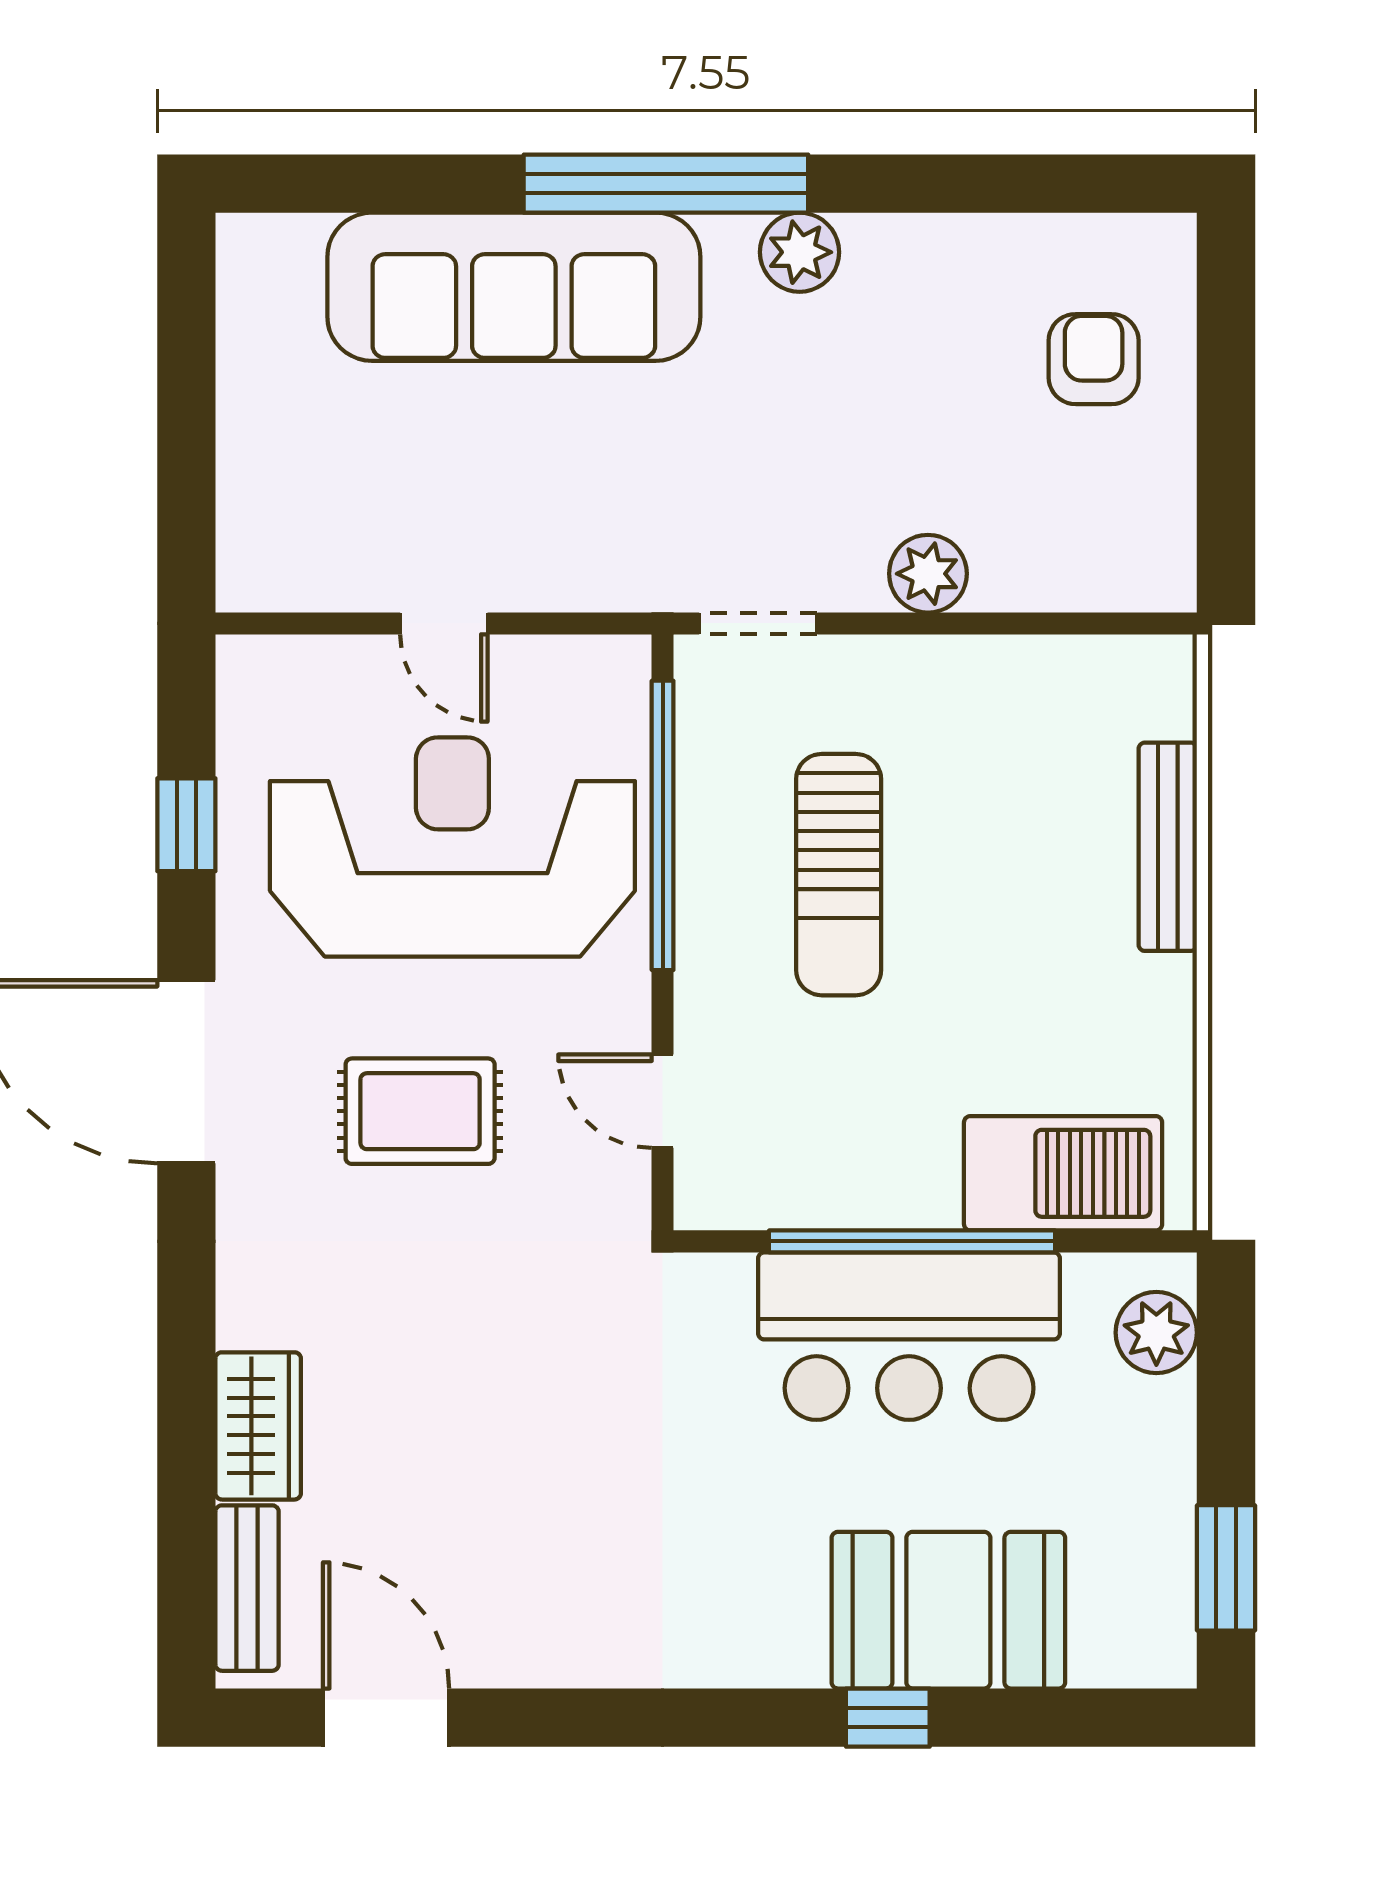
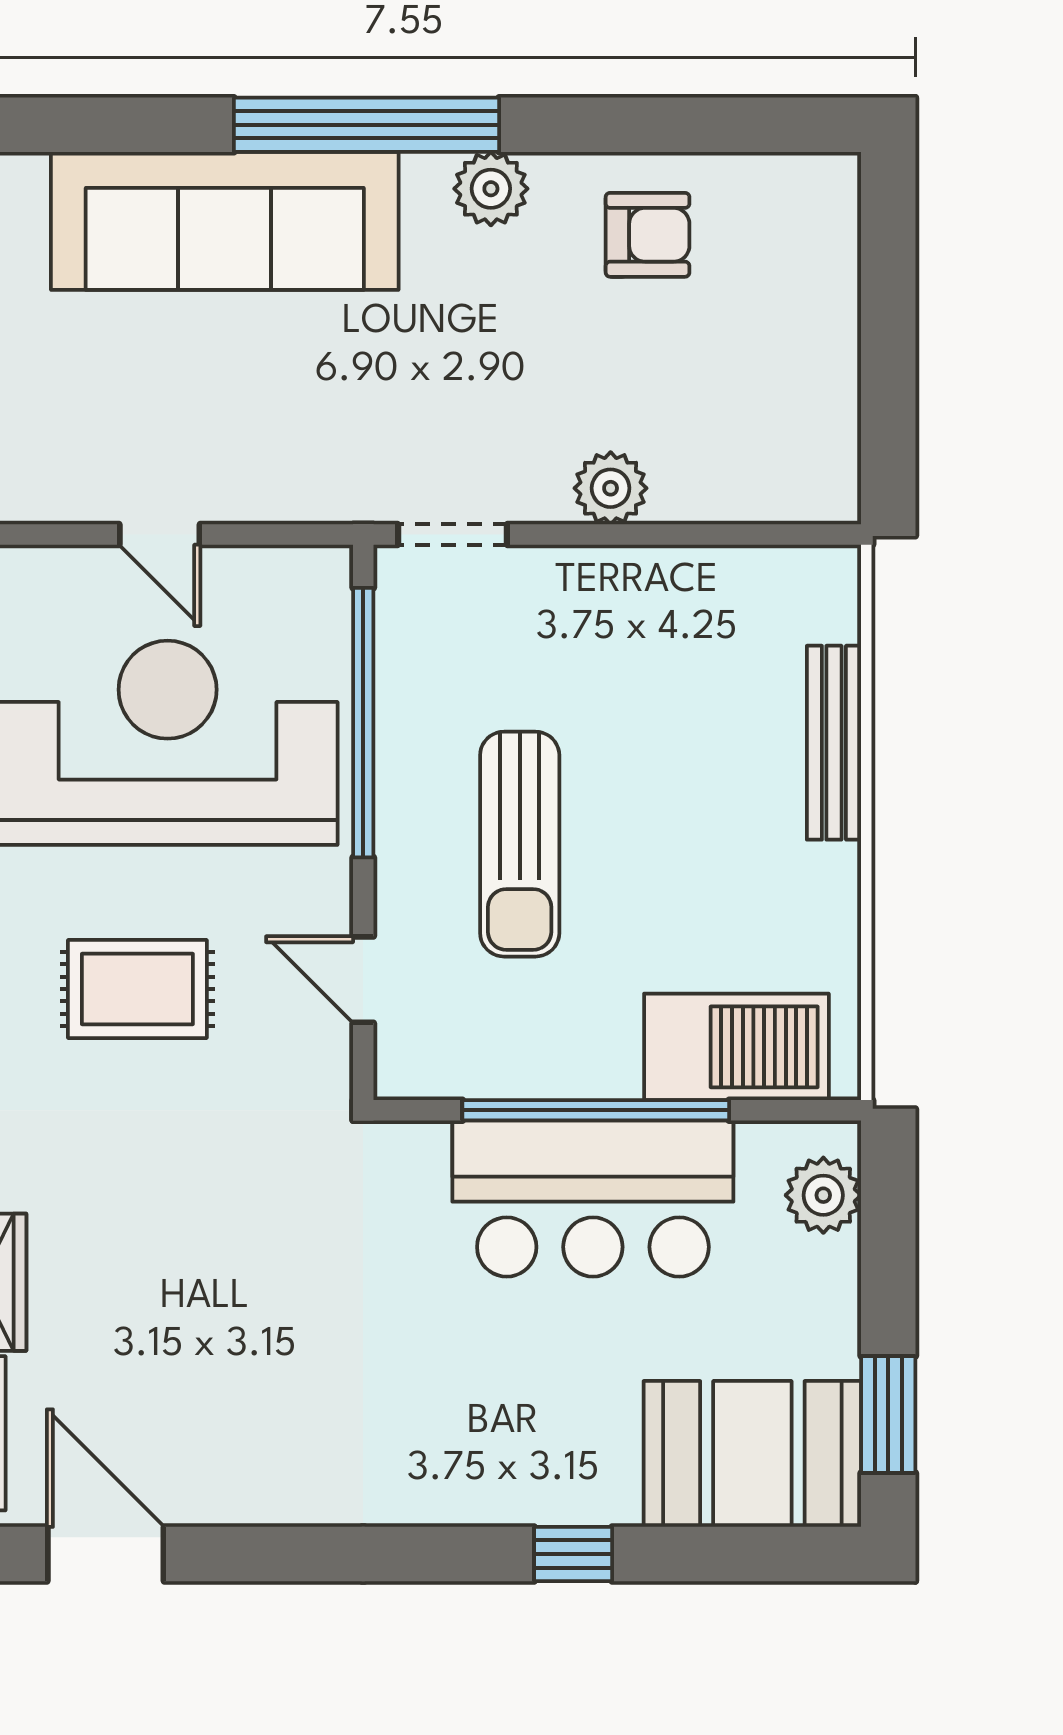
armchair: (1094, 359) -> (648, 235), moved, turned 90
sun lounger: (839, 875) -> (520, 844), moved
booth: (948, 1610) -> (752, 1454), moved

